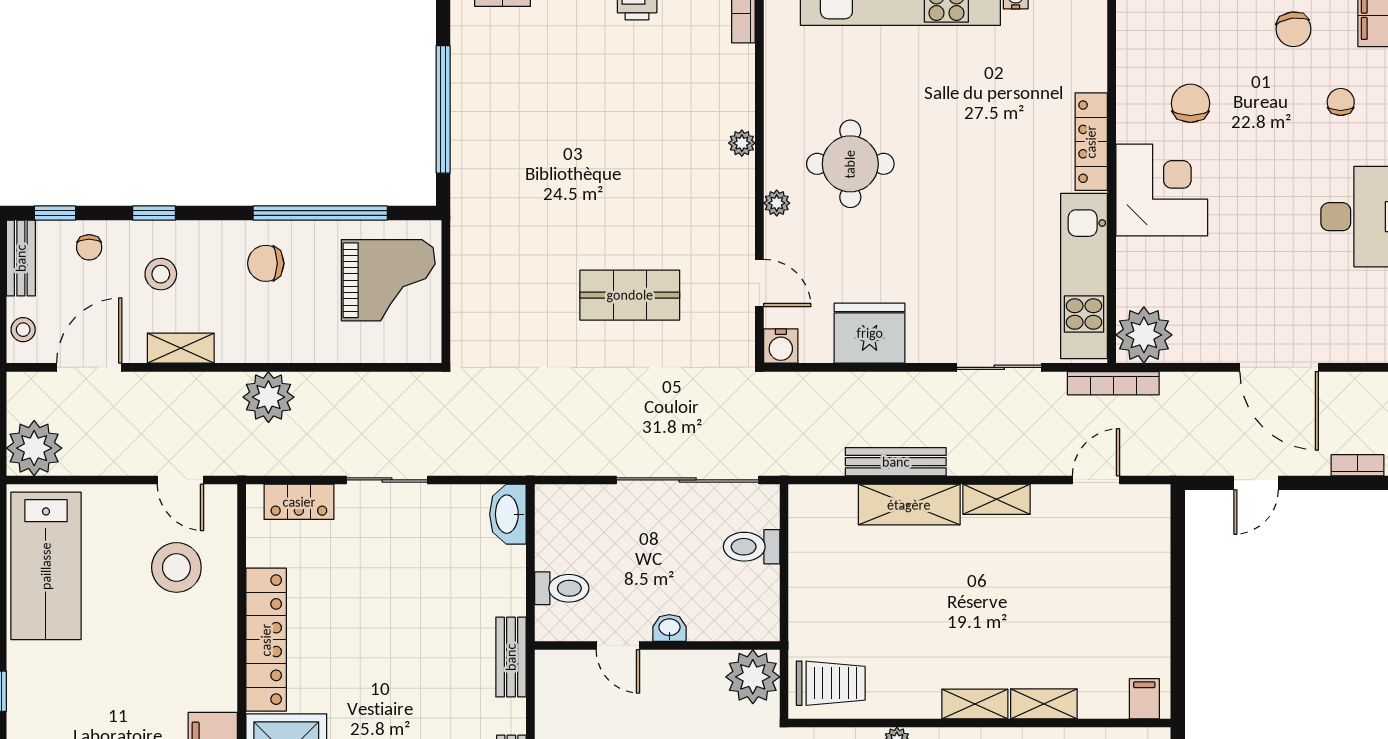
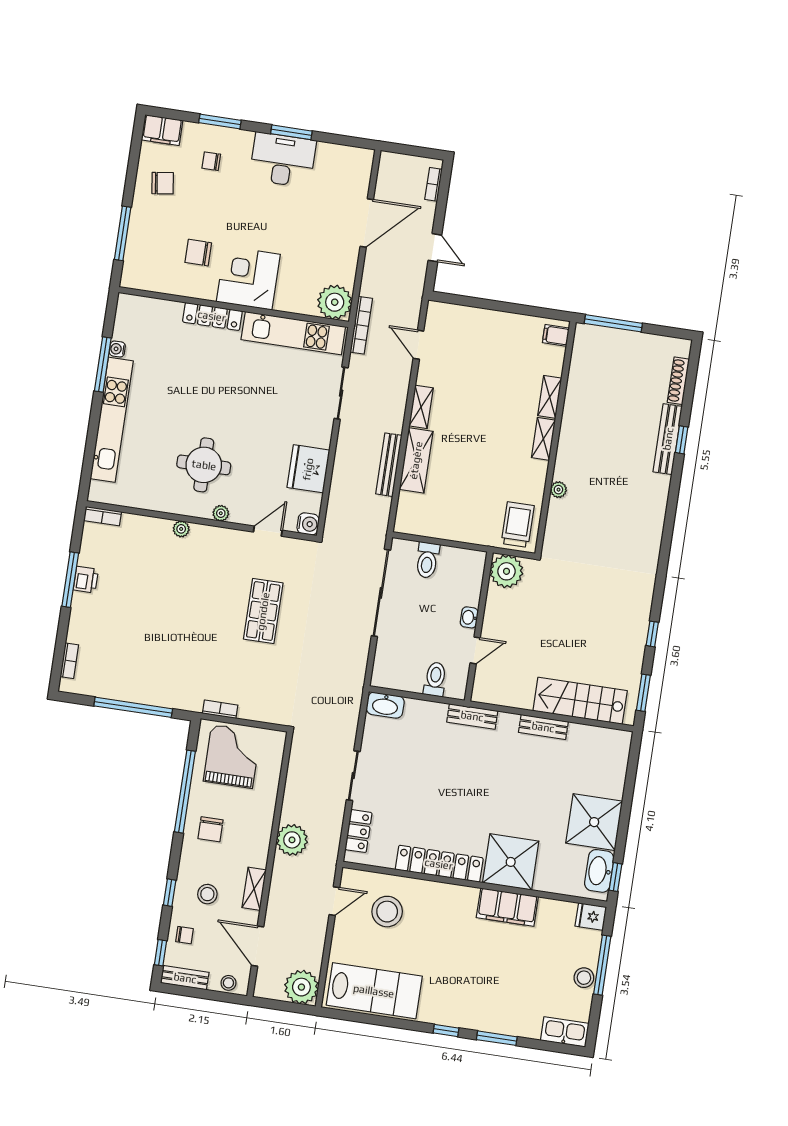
bookcase: (461, 250) -> (220, 709), added

